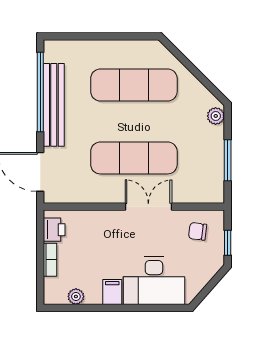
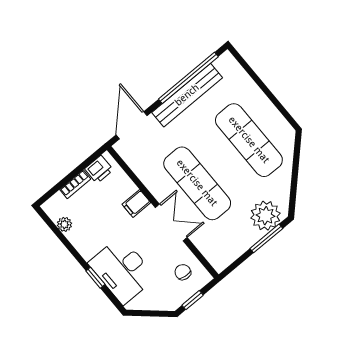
plant: (216, 116) -> (266, 216), width x1.87, depth x1.87
window: (228, 160) -> (266, 238), moved
filing cabinet: (112, 292) -> (136, 203), moved, turned 180
window: (142, 308) -> (95, 278), added

